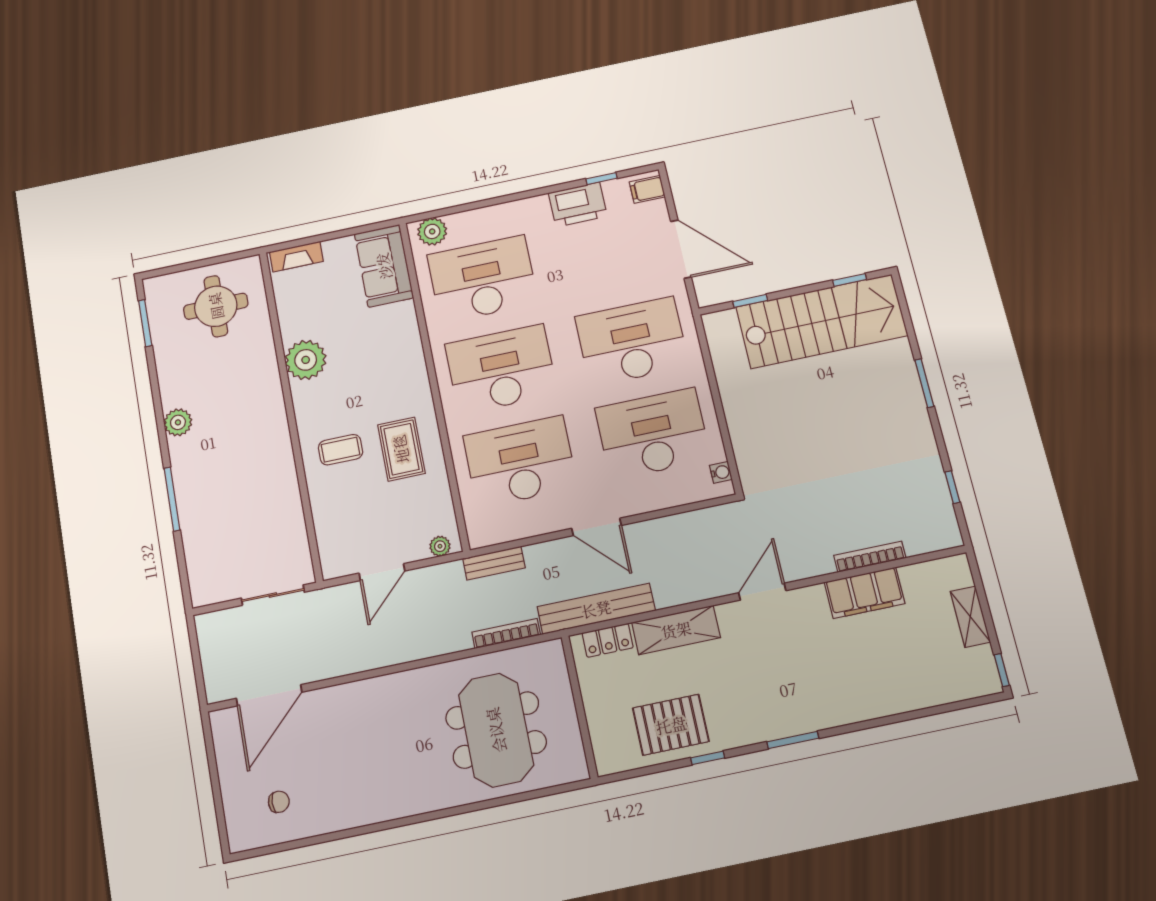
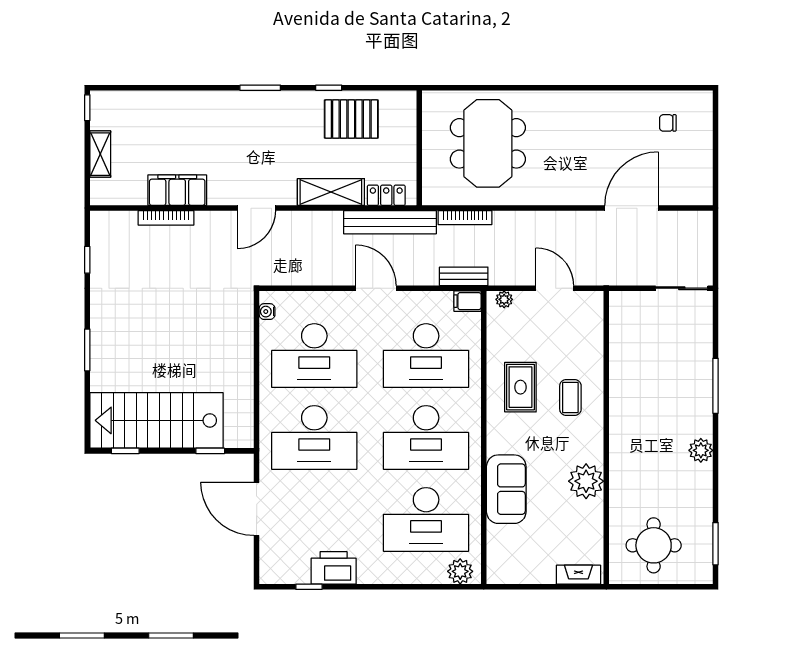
filing cabinet: (647, 189) -> (468, 301), moved, turned 180
sofa: (384, 266) -> (506, 489), moved
coffee table: (341, 450) -> (570, 398), turned 90
door: (382, 572) -> (555, 288), hinge flipped
sliding door: (273, 595) -> (682, 288), moved
door: (269, 695) -> (632, 208), moved

